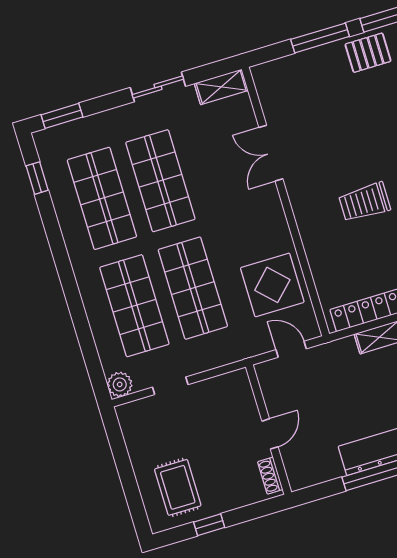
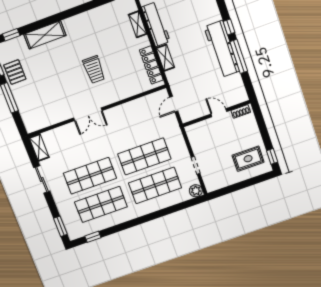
double door: (271, 153) -> (88, 114), moved
display table: (272, 285) -> (141, 116), removed
window: (209, 525) -> (272, 156), moved

